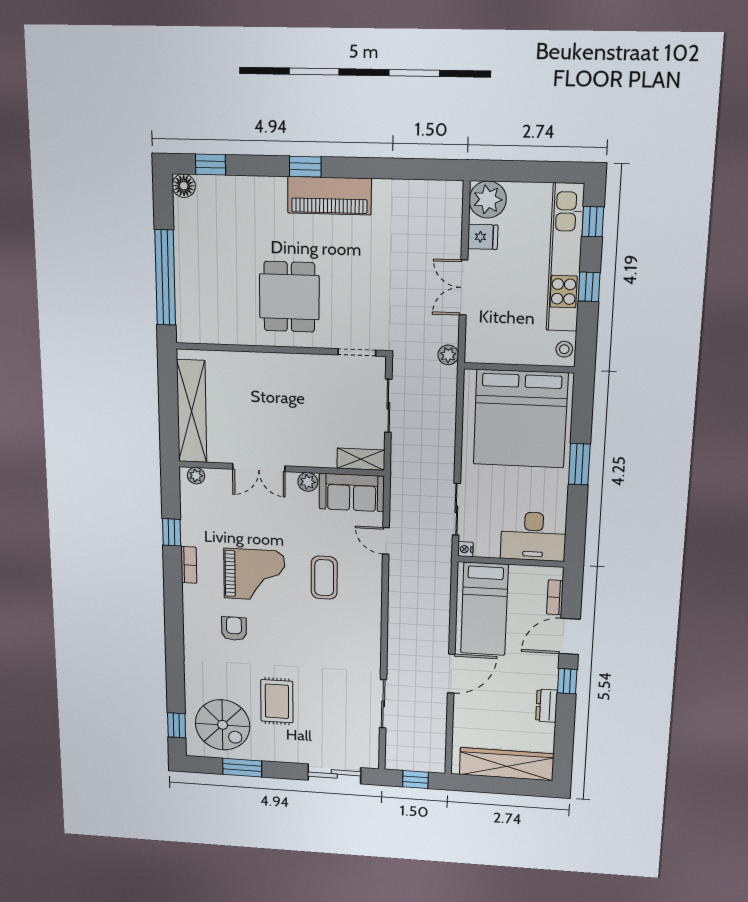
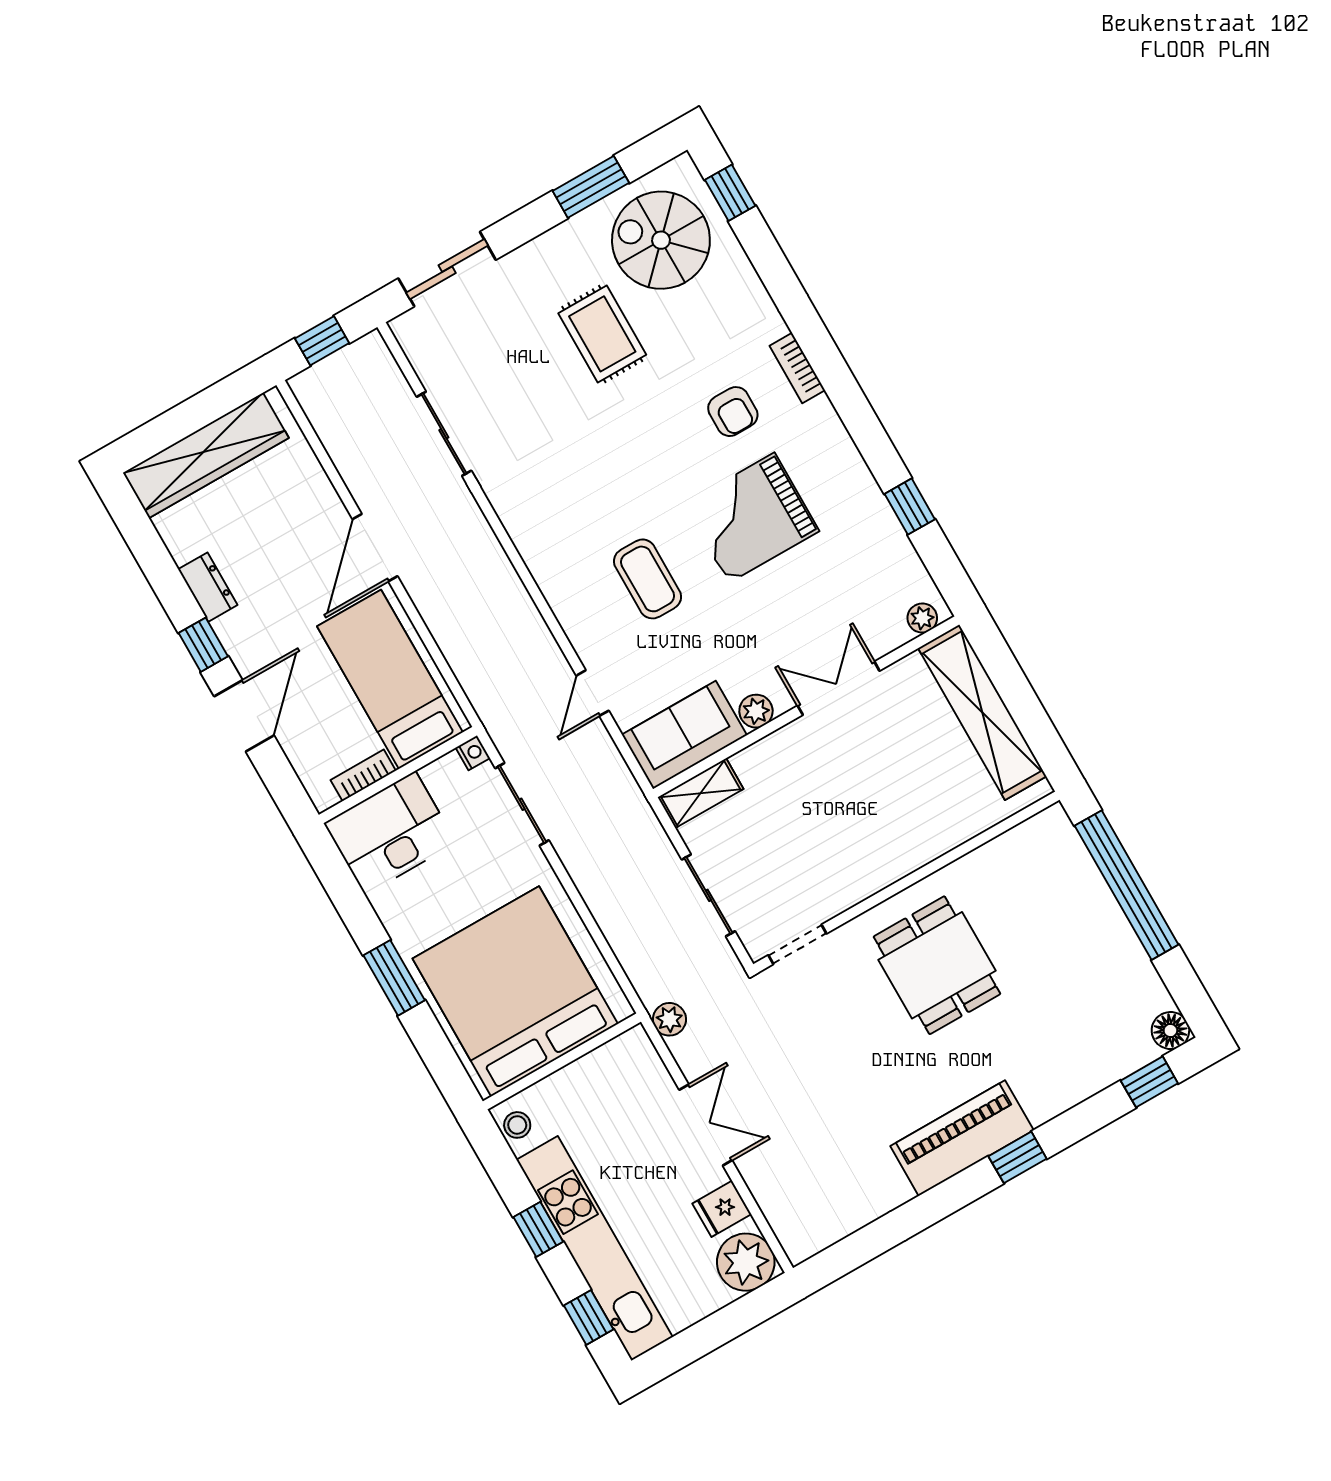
door: (386, 541) -> (593, 693), swing flipped
bookcase: (189, 565) -> (797, 368), moved
bookcase: (555, 597) -> (363, 775), moved, turned -90

